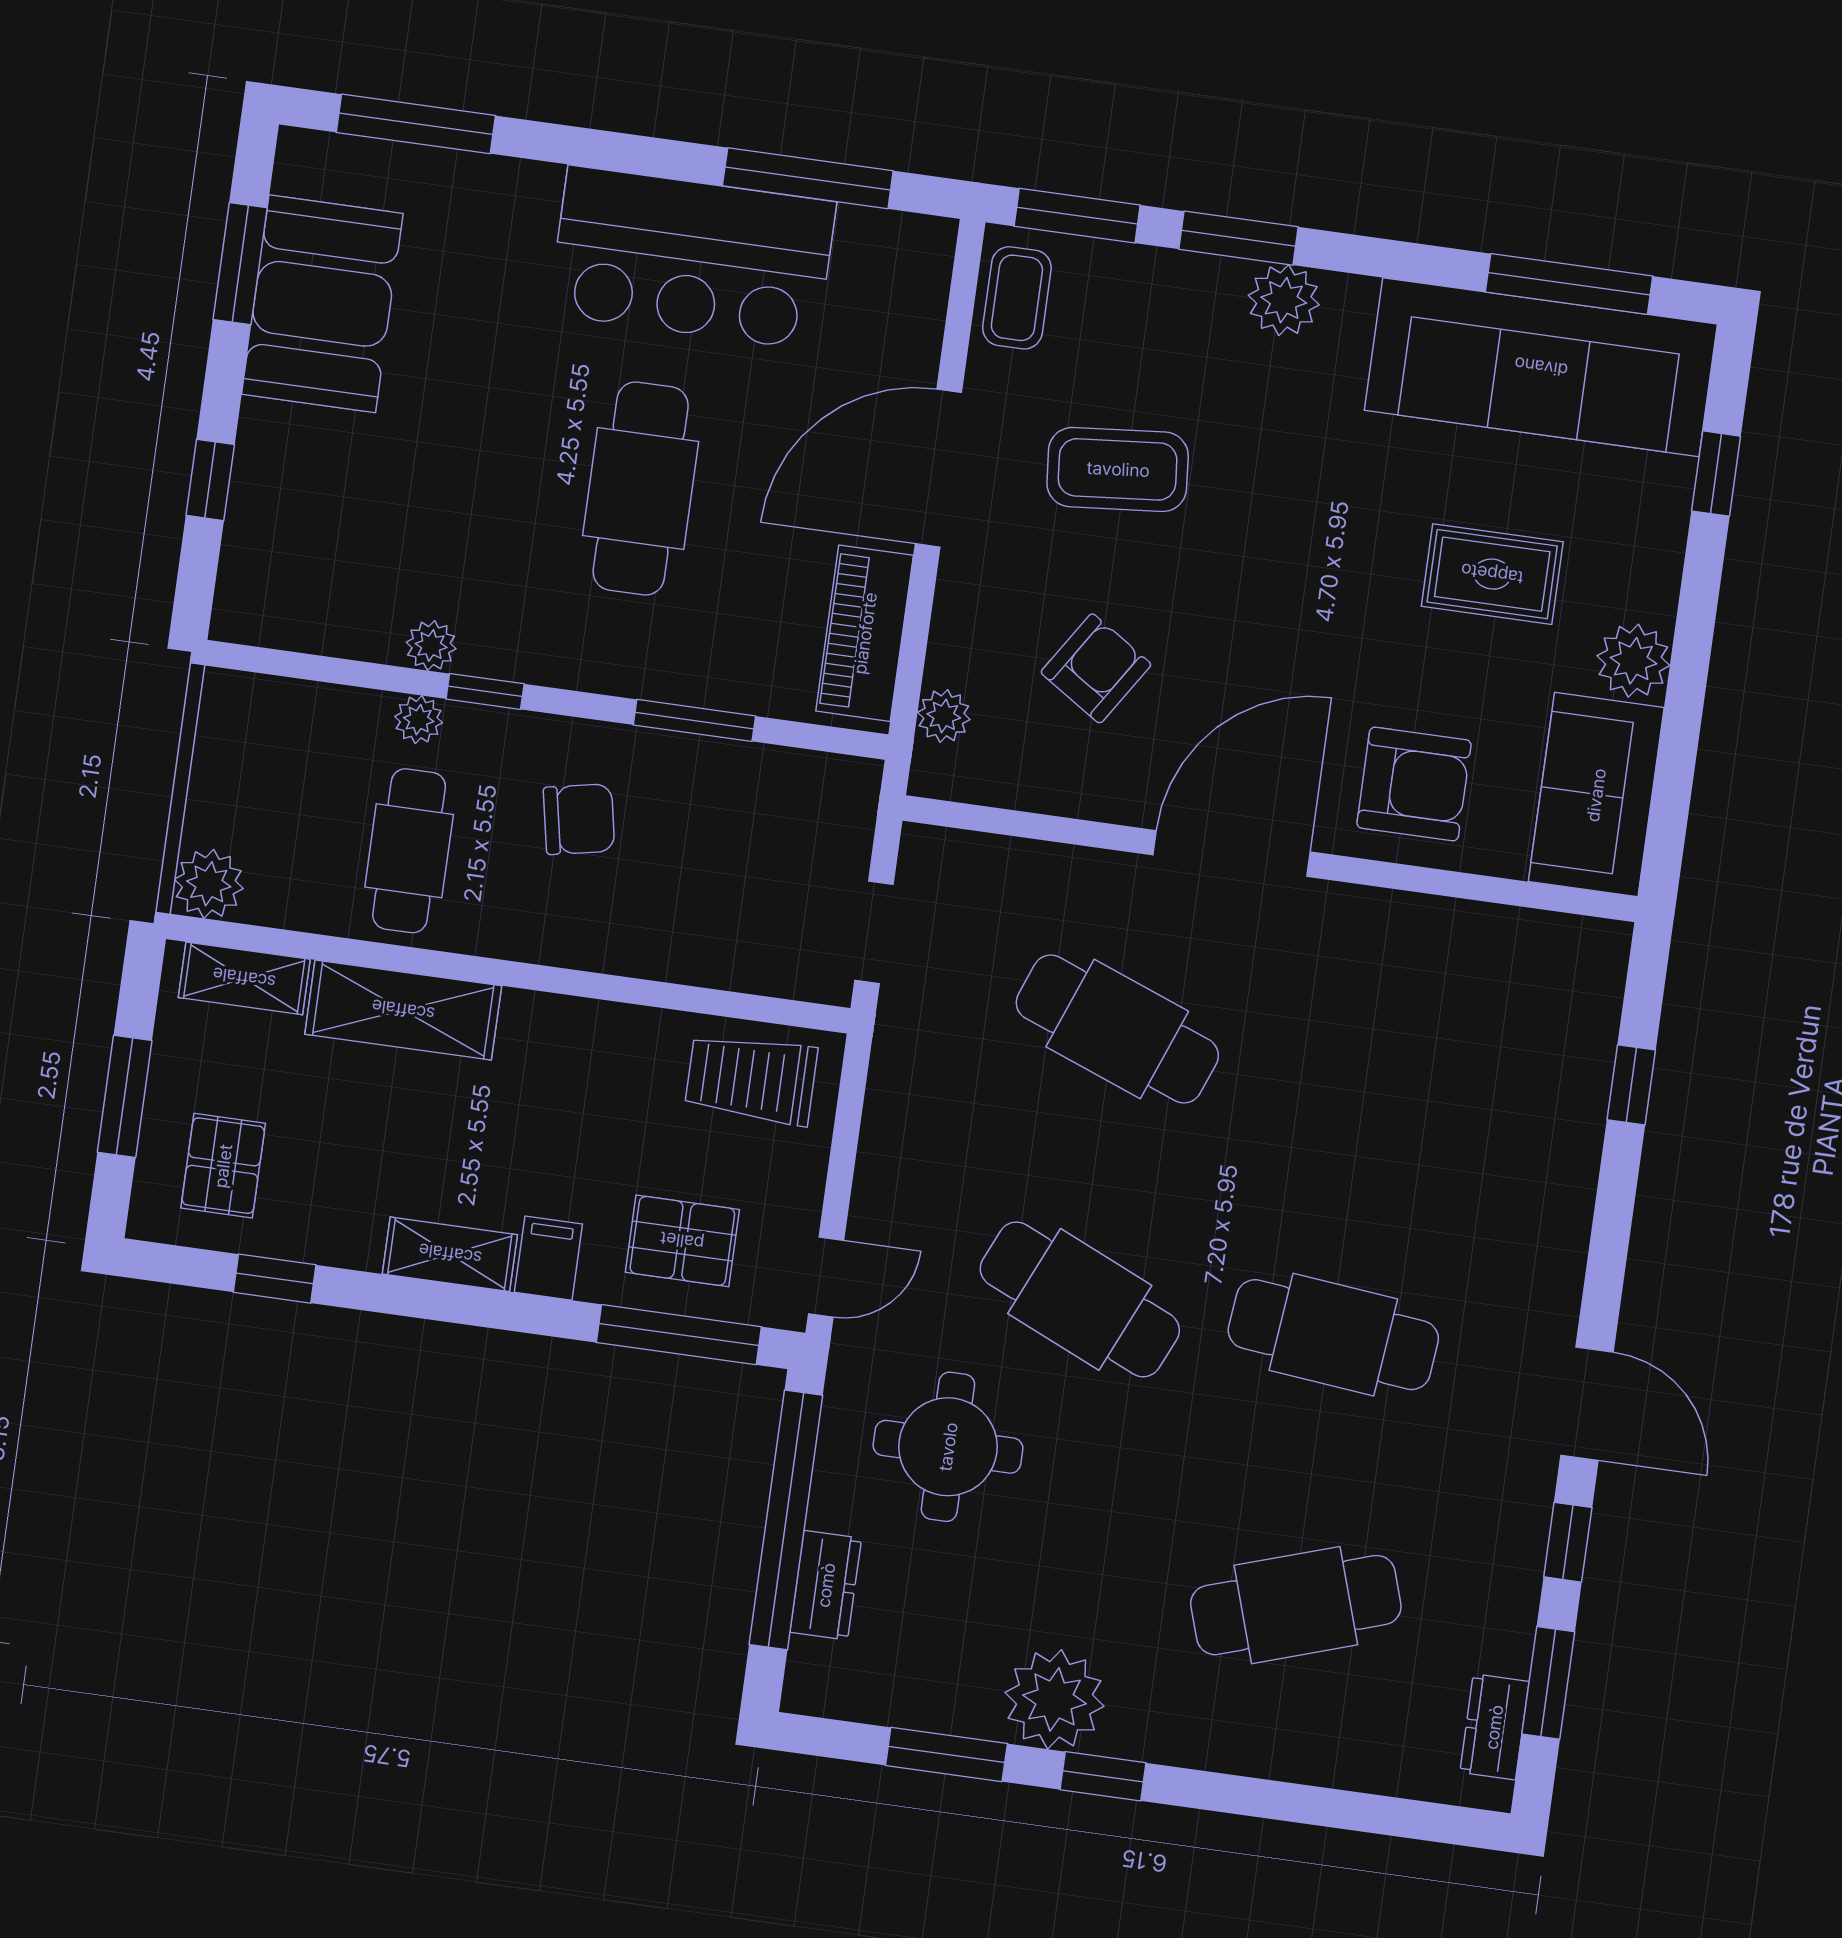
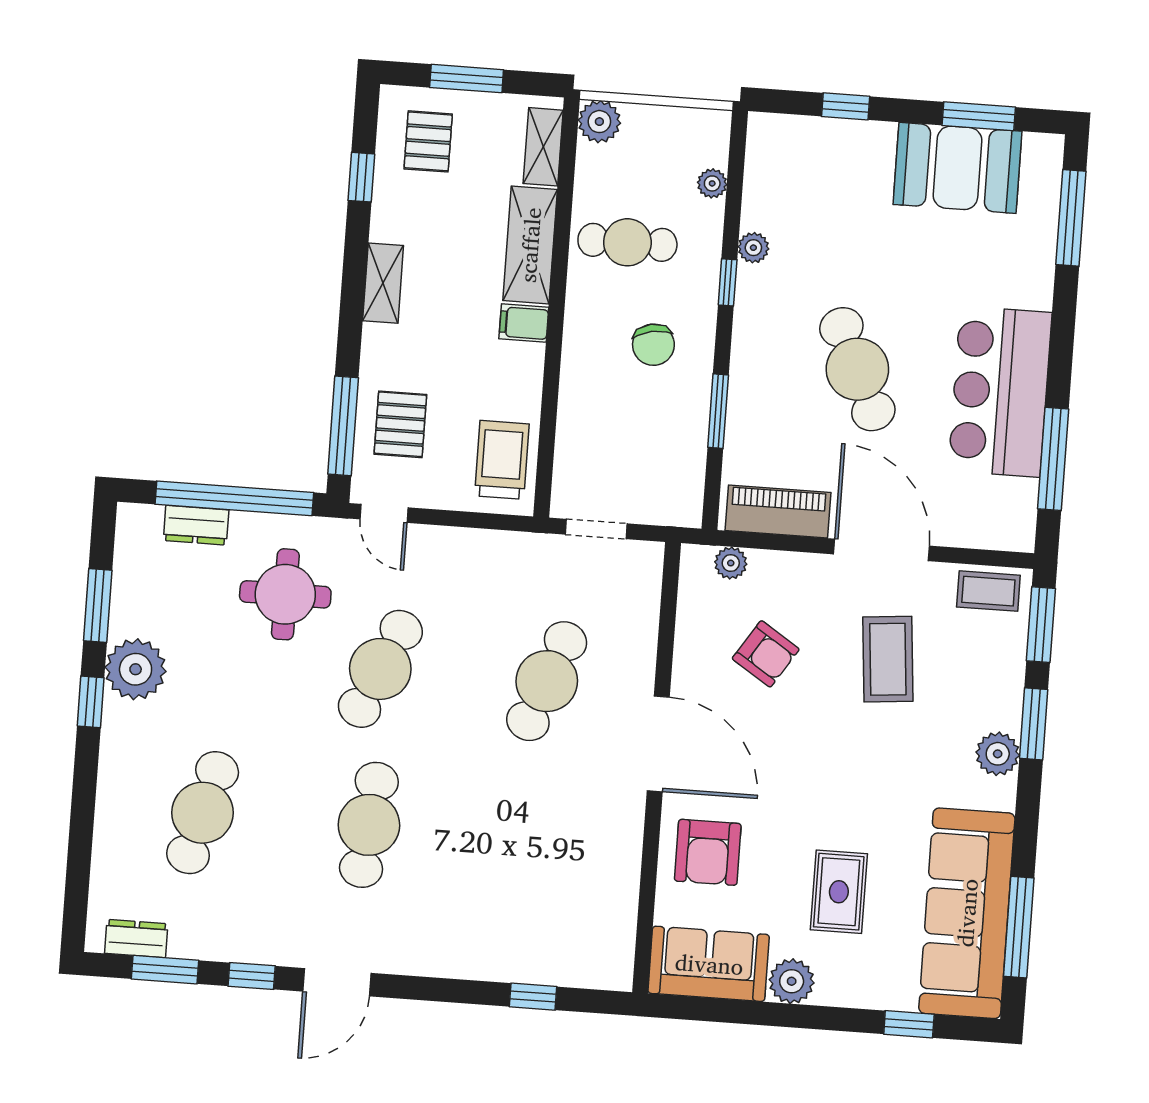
cafe table: (641, 489) -> (857, 369), turned 65
plant: (419, 720) -> (712, 183), moved
pallet: (223, 1166) -> (428, 141), turned 90
filing cabinet: (548, 1258) -> (524, 323), moved, turned 180
cafe table: (1296, 1605) -> (203, 813), turned 33

